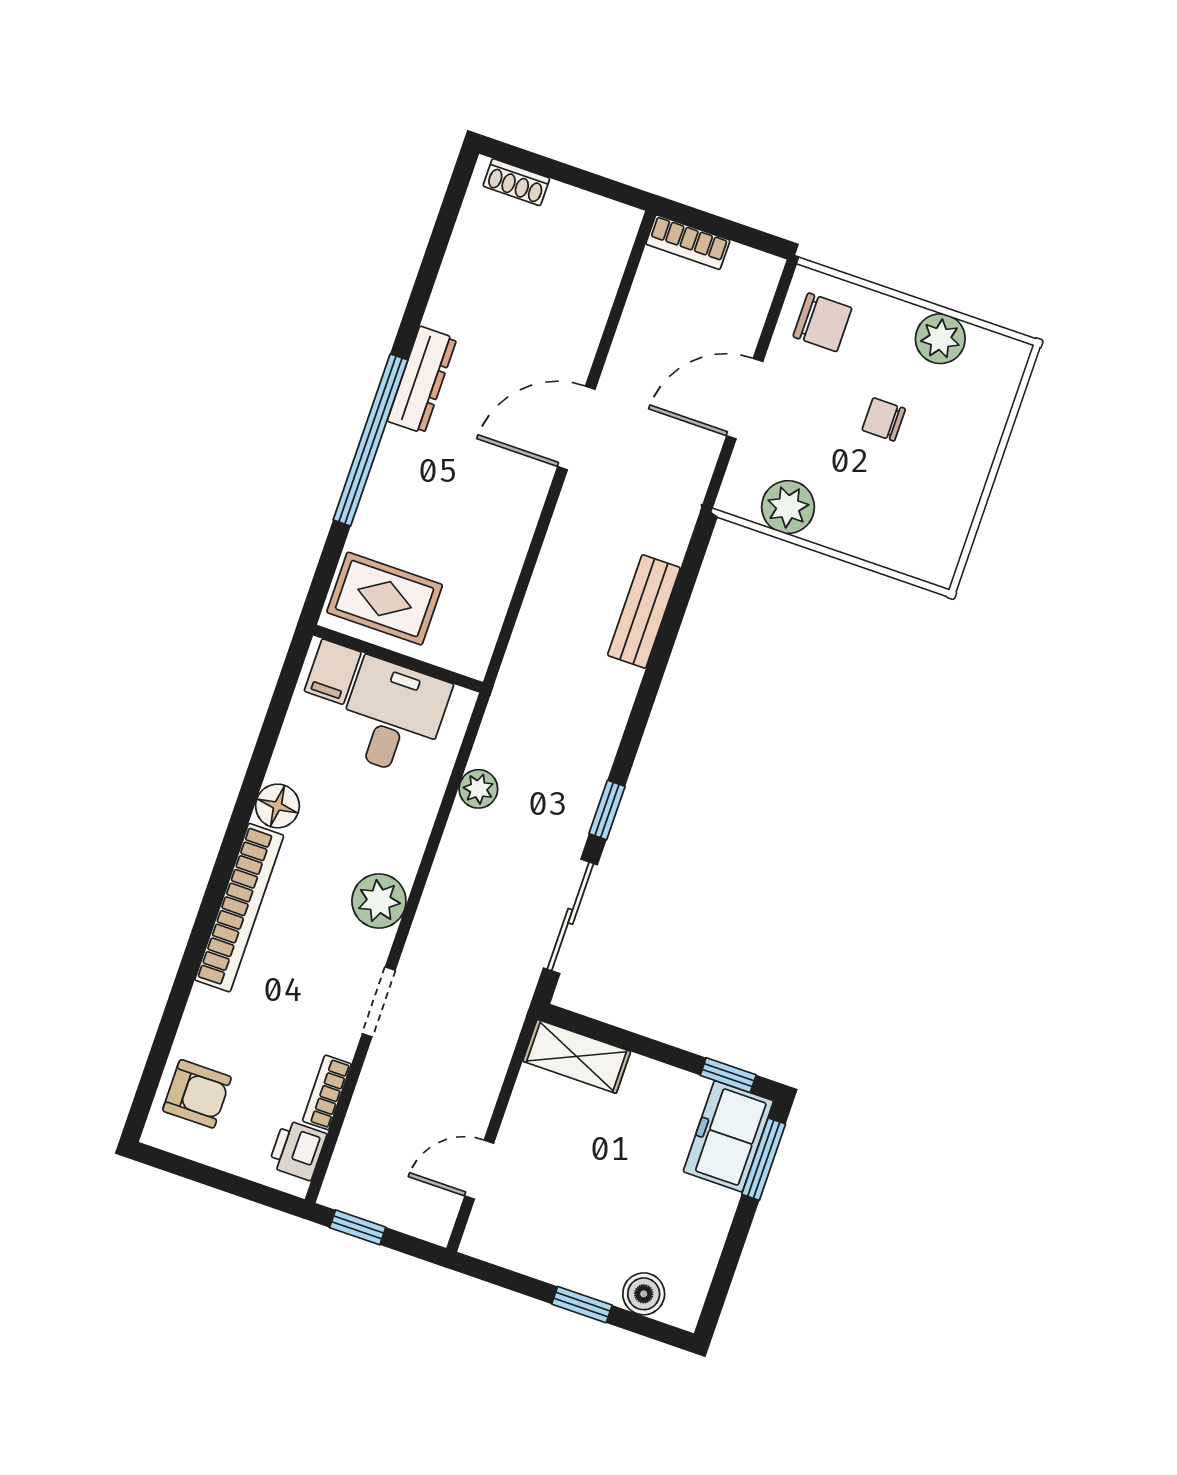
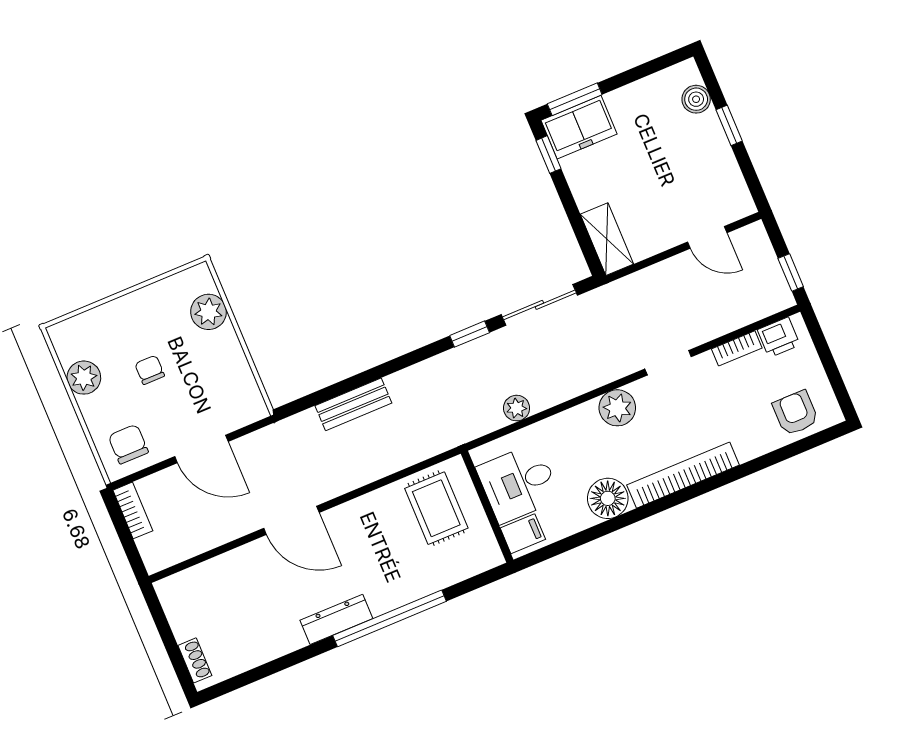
bookcase: (688, 242) -> (133, 510), moved
chair: (884, 419) -> (150, 370), turned 180
plant: (788, 507) -> (209, 312), moved
rug: (385, 599) -> (436, 508), moved
floor lamp: (277, 806) -> (608, 498), width x1.38, depth x1.38

